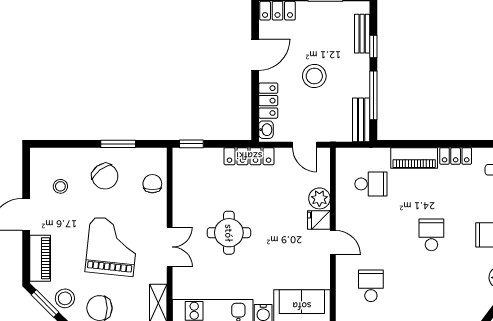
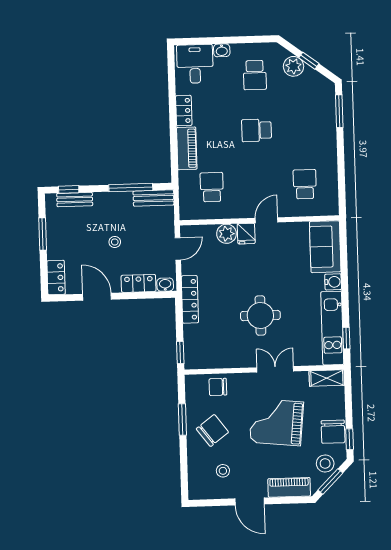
window: (373, 47) -> (69, 189), moved
stool: (314, 76) -> (115, 242), width x0.53, depth x0.53
school desk: (371, 286) -> (305, 184), turned 90

